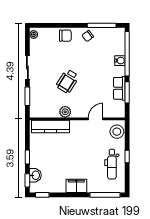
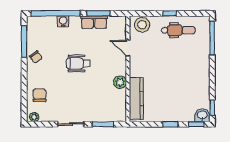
chair: (65, 36) -> (40, 95), moved
wheelchair: (67, 81) -> (78, 64), moved, turned 148
washbasin: (35, 175) -> (202, 115), moved
filing cabinet: (76, 186) -> (202, 70), removed

